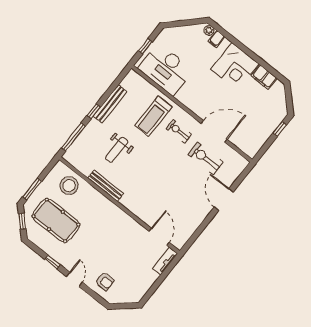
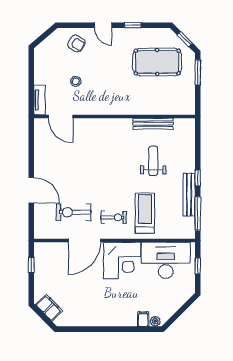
corner desk: (235, 67) -> (122, 260), moved, turned 180
filing cabinet: (264, 77) -> (49, 308), moved, turned 45
window: (280, 129) -> (31, 265), moved
window: (73, 137) -> (198, 214), moved
exercise bike: (205, 158) -> (74, 212), turned 180
stool: (69, 186) -> (76, 81), moved, width x0.53, depth x0.53
bench: (106, 186) -> (153, 124), moved
armchair: (105, 281) -> (76, 44), turned -149

